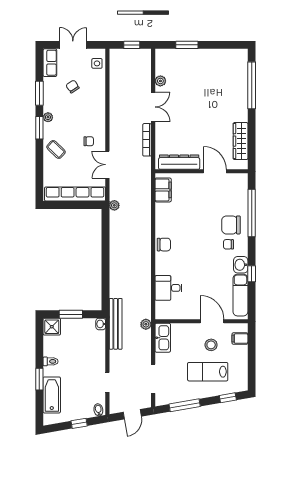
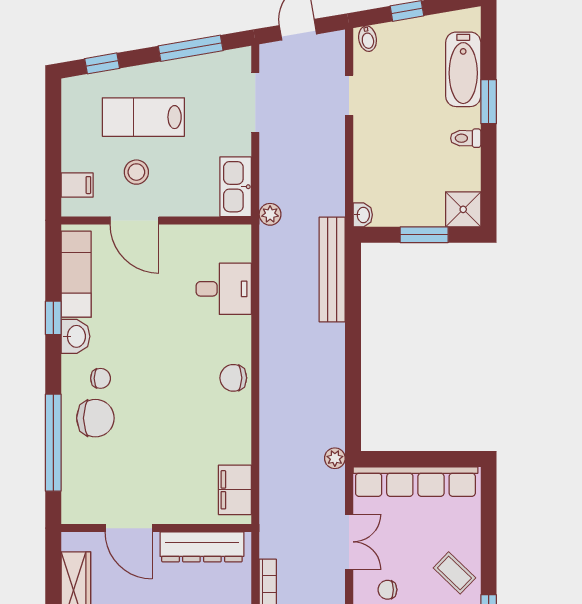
bench: (116, 324) -> (332, 270), moved
lab bench: (208, 372) -> (143, 117), turned 180

